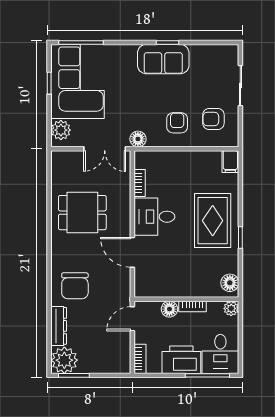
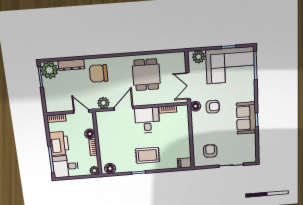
armchair: (177, 123) -> (213, 107), moved
rug: (213, 221) -> (148, 155), width x0.73, depth x0.70
plant: (121, 283) -> (103, 103), added

